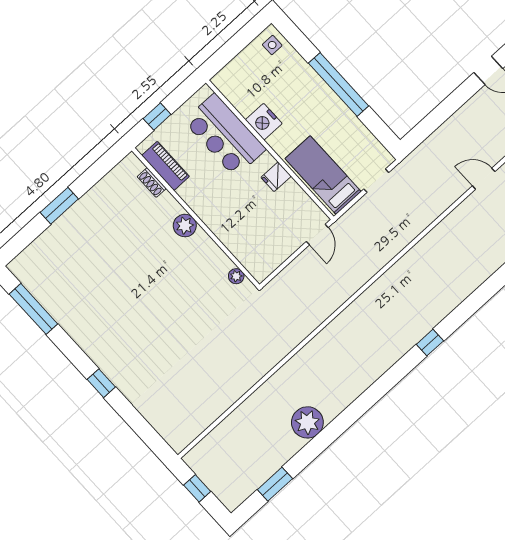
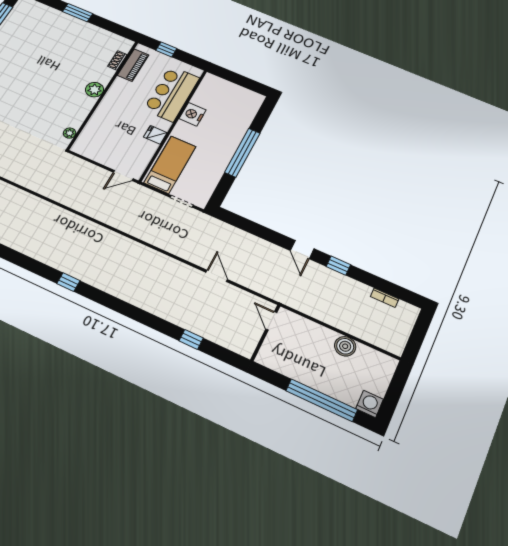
side table: (272, 45) -> (251, 102), removed

